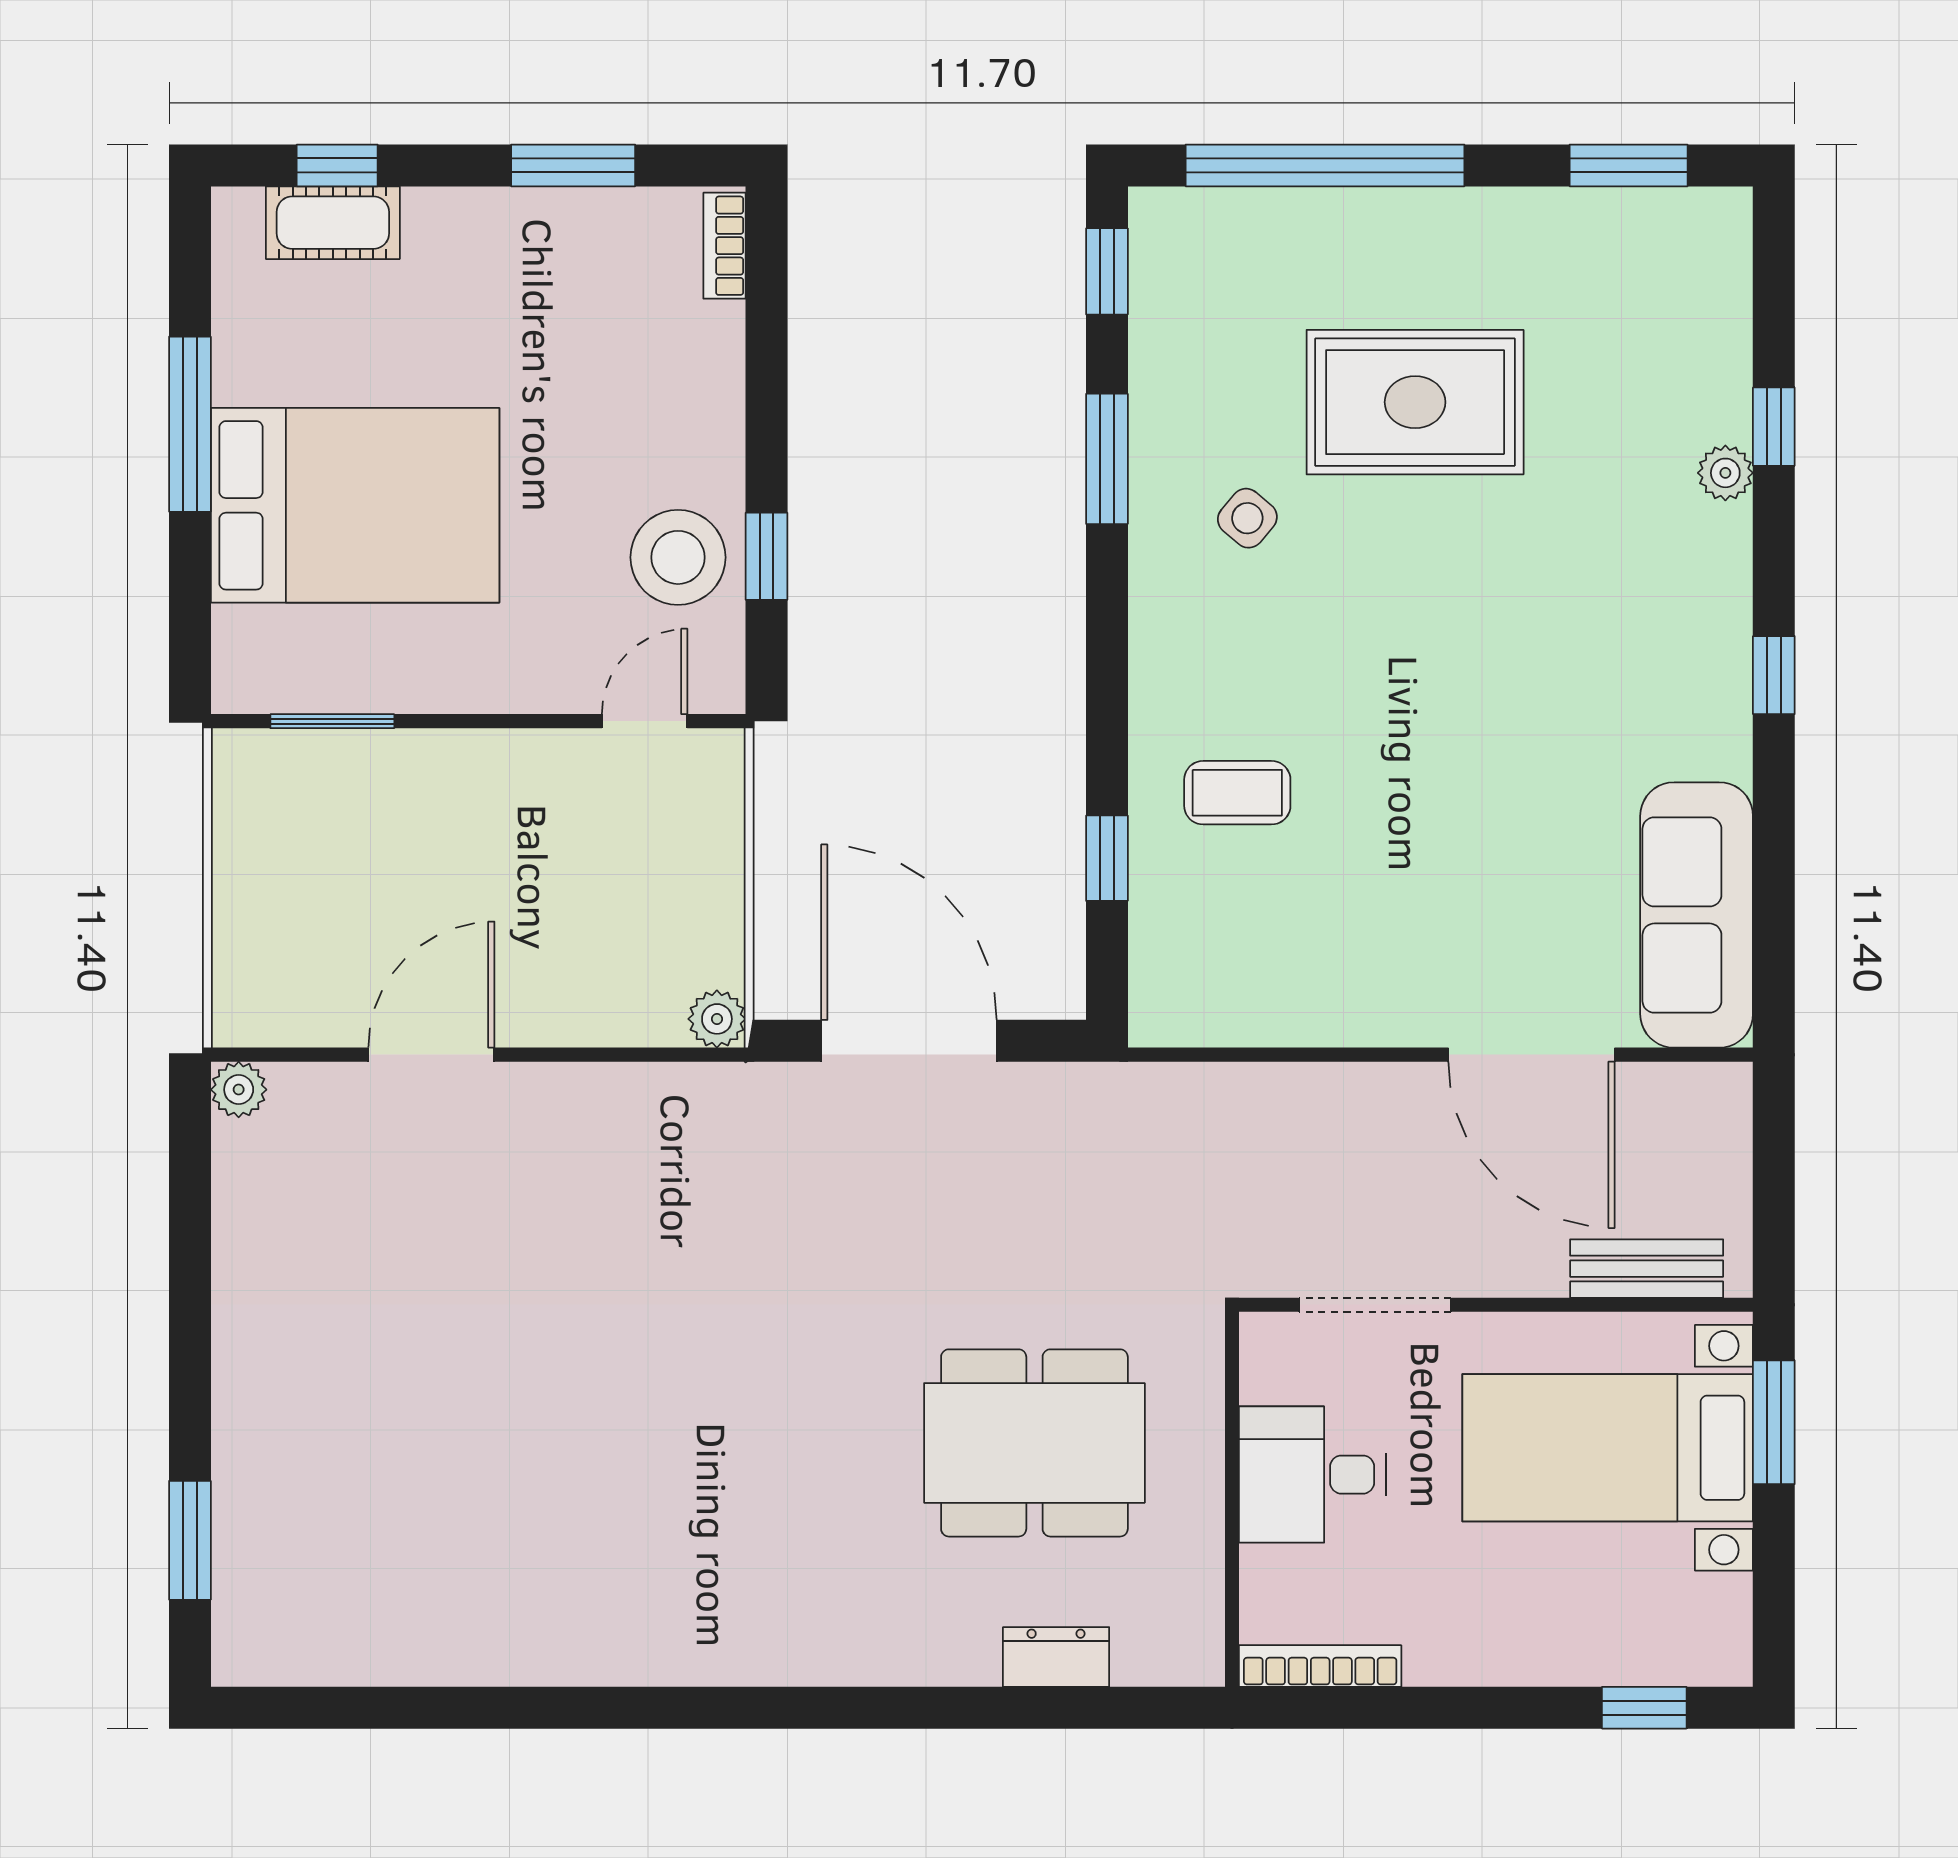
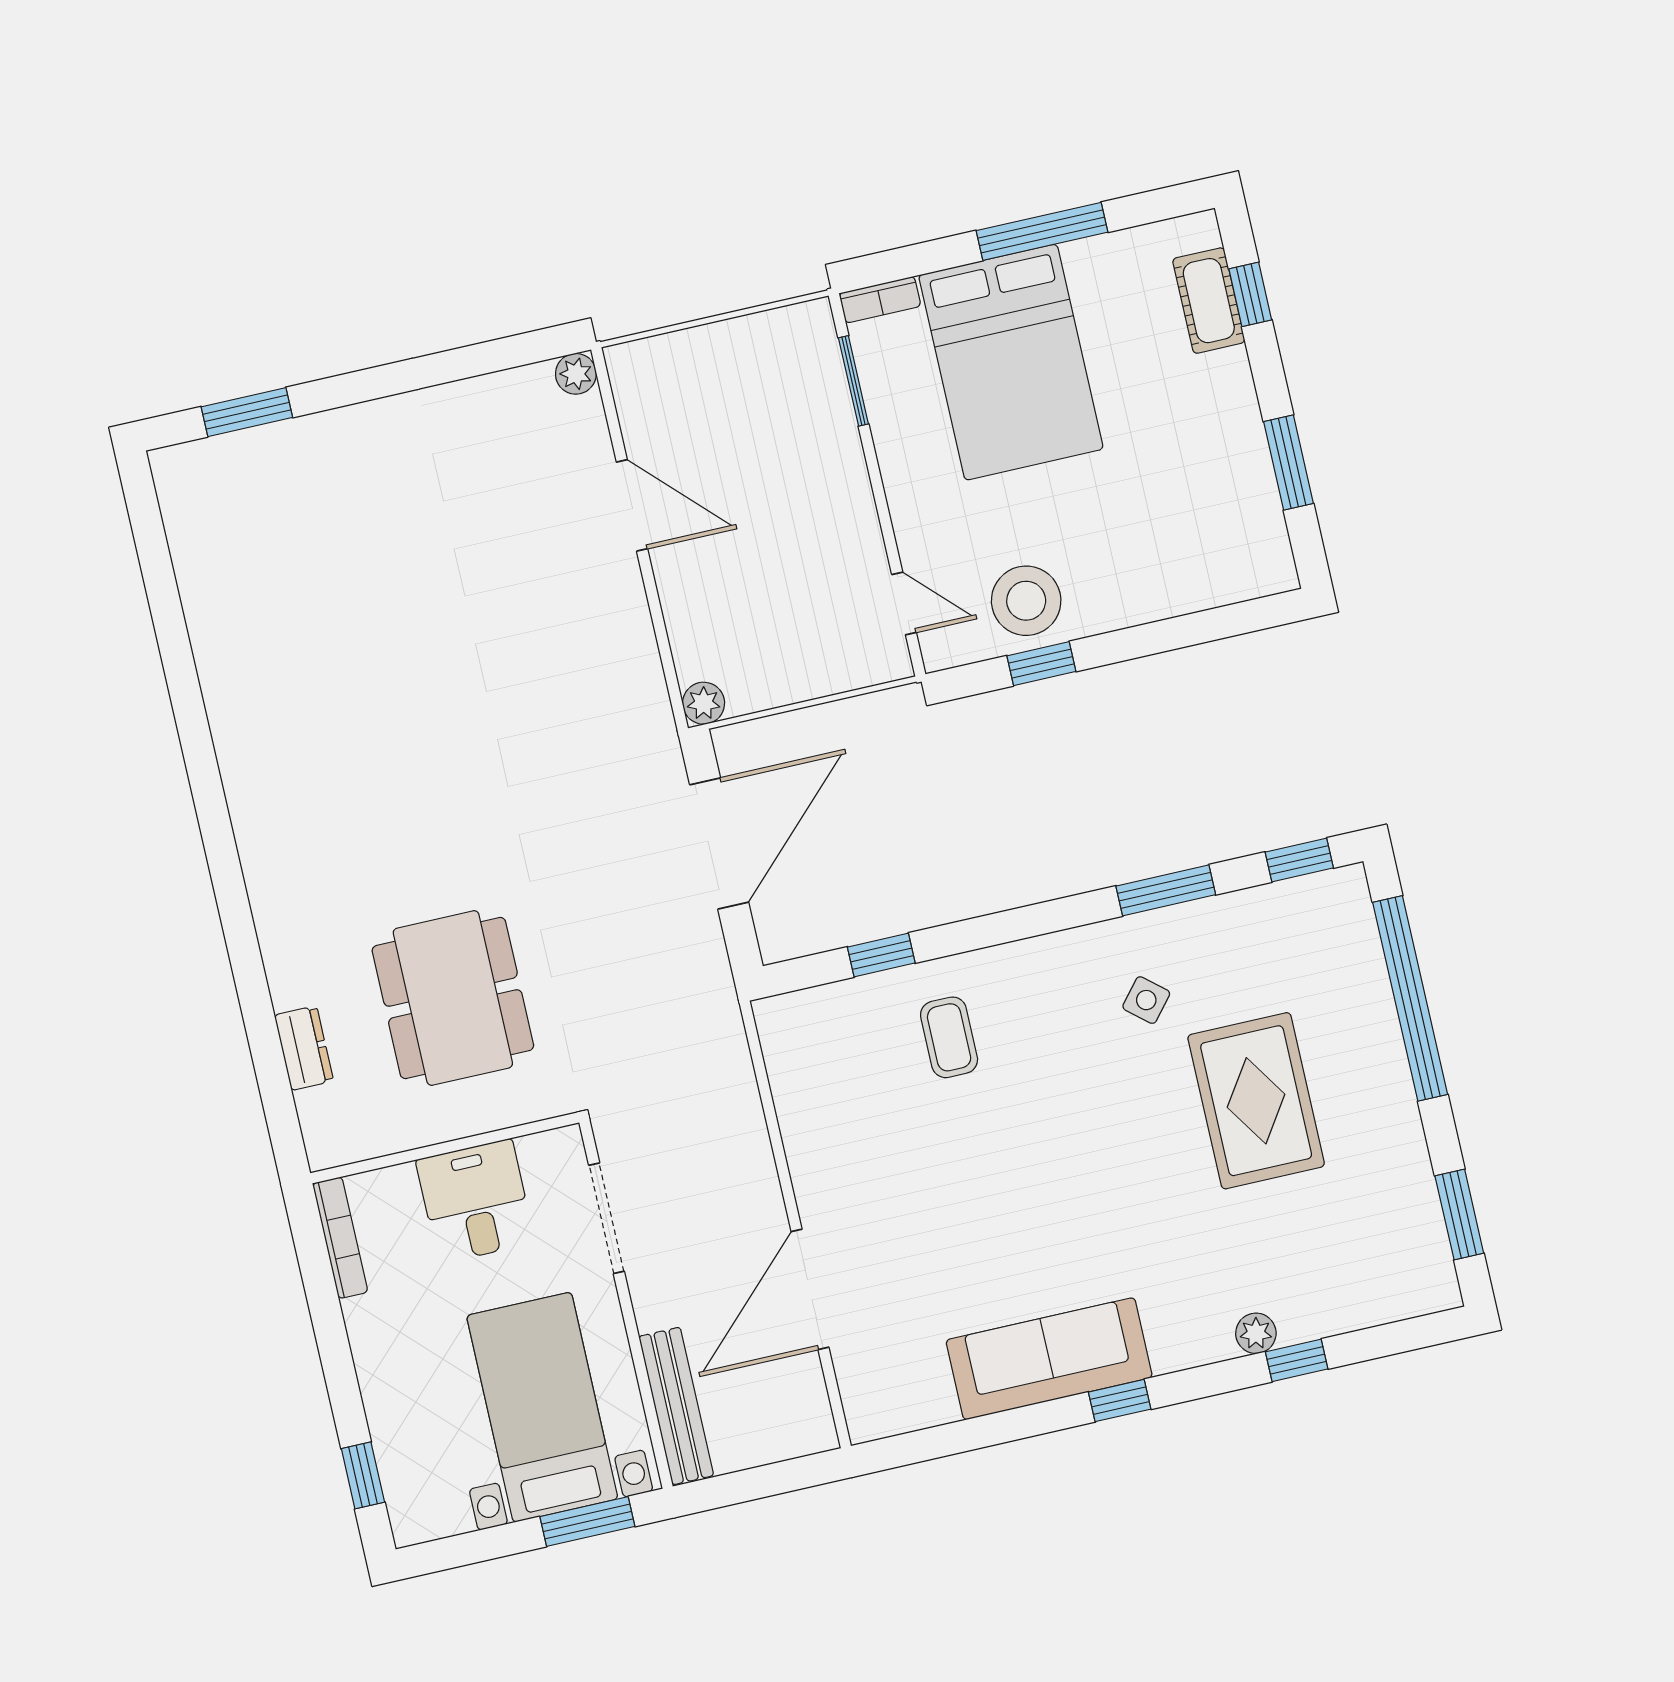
bookcase: (724, 246) -> (880, 300), moved, turned 180
sofa: (1697, 915) -> (1049, 1359), moved
bench: (1647, 1269) -> (676, 1406), width x1.36

